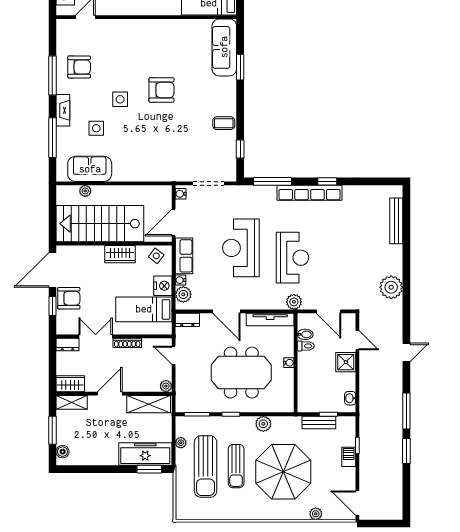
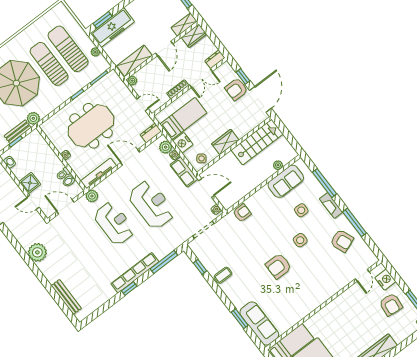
armchair: (79, 67) -> (342, 241), turned -111
armchair: (157, 171) -> (242, 213), added
door: (174, 223) -> (207, 188), hinge flipped
stairs: (100, 224) -> (257, 142), width x0.73, depth x0.66
reception desk: (292, 258) -> (114, 223), turned 180
plant: (263, 424) -> (33, 118), moved
sun lounger: (236, 466) -> (49, 64), width x1.36, depth x1.34

